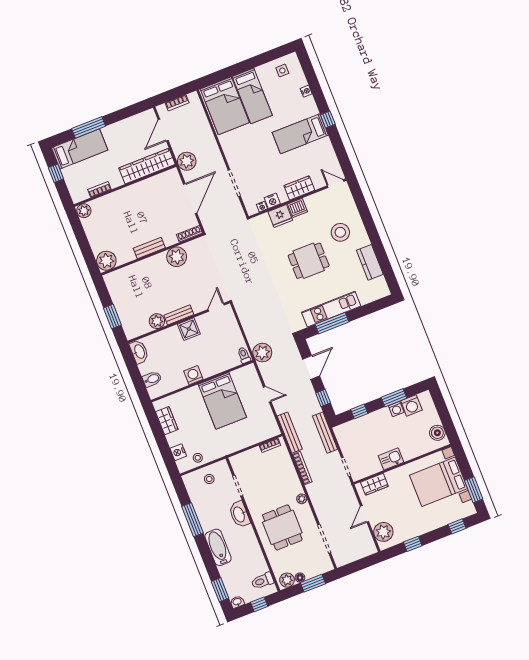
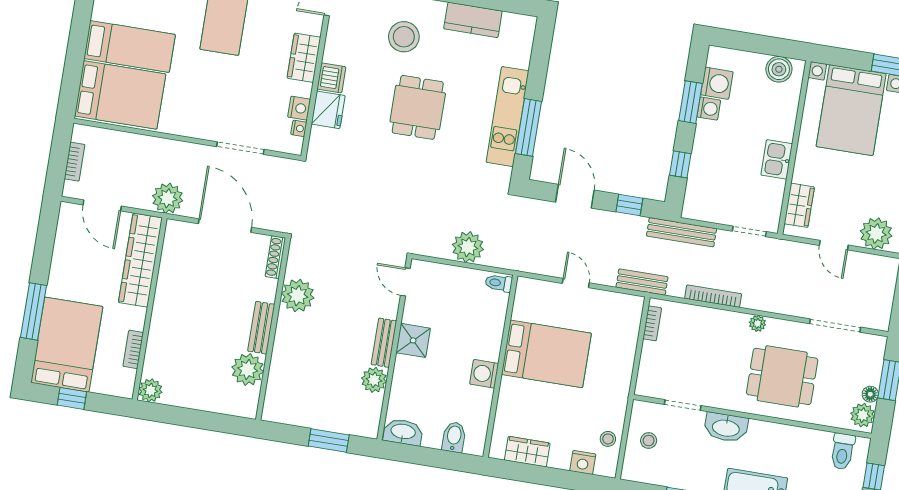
bed: (80, 149) -> (67, 345), width x1.50
plant: (106, 261) -> (248, 370), moved
plant: (262, 353) -> (468, 247), moved
door: (267, 394) -> (576, 283), hinge flipped
bench: (290, 433) -> (642, 282), width x0.73

